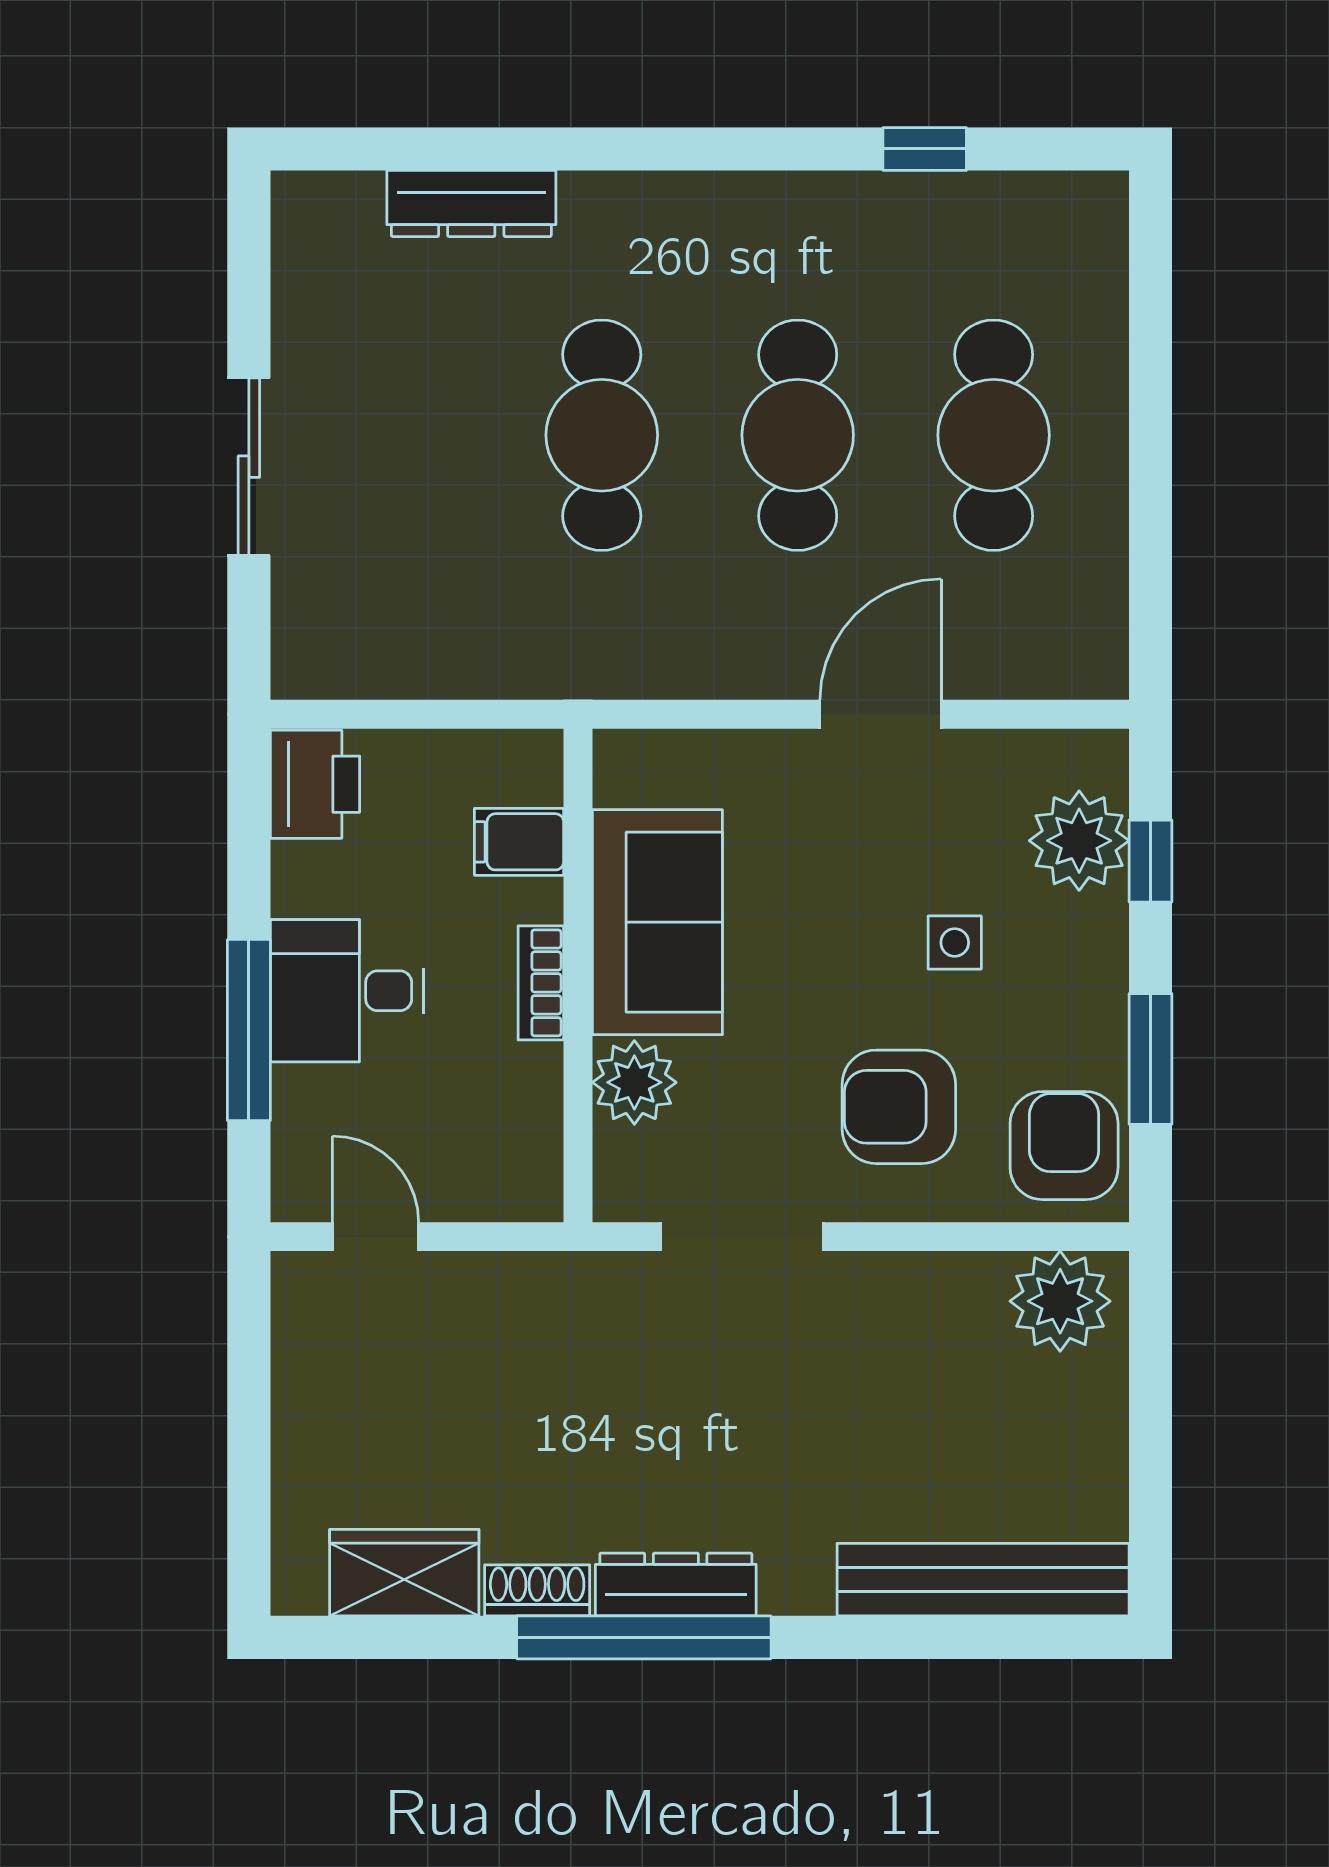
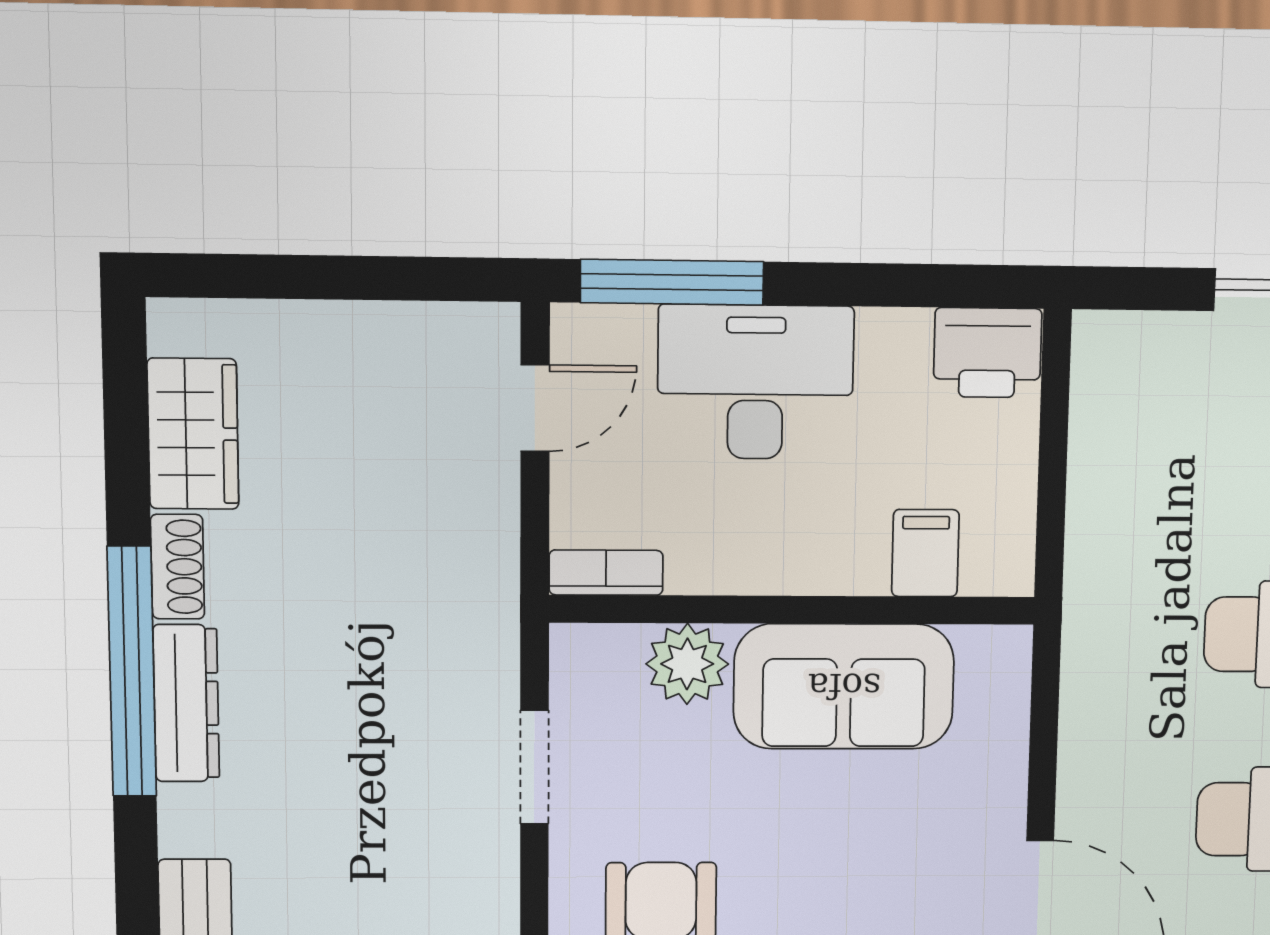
bookcase: (541, 983) -> (606, 573), moved
desk: (347, 991) -> (755, 382), width x1.37
window: (249, 1030) -> (672, 282), moved
doorway: (742, 1237) -> (534, 767), width x0.73

